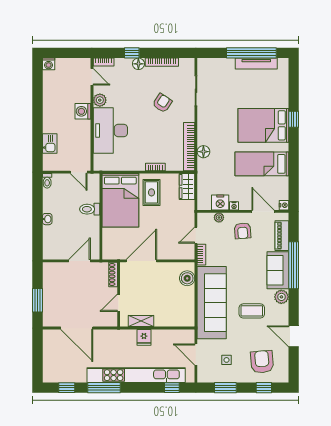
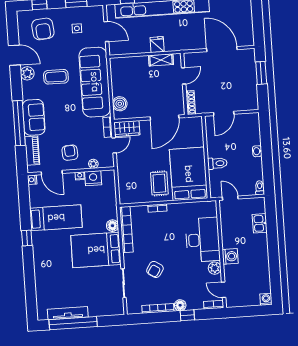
window: (294, 119) -> (27, 238), moved
bed: (263, 125) -> (96, 250), moved, turned 180
wardrobe: (187, 186) -> (127, 129), moved, turned 90
plant: (281, 297) -> (27, 73), moved

